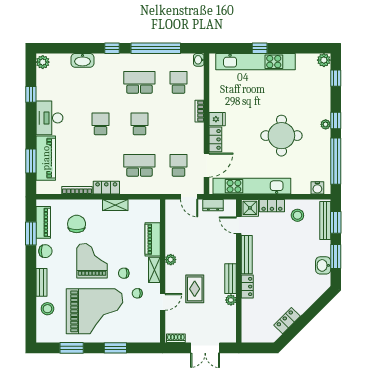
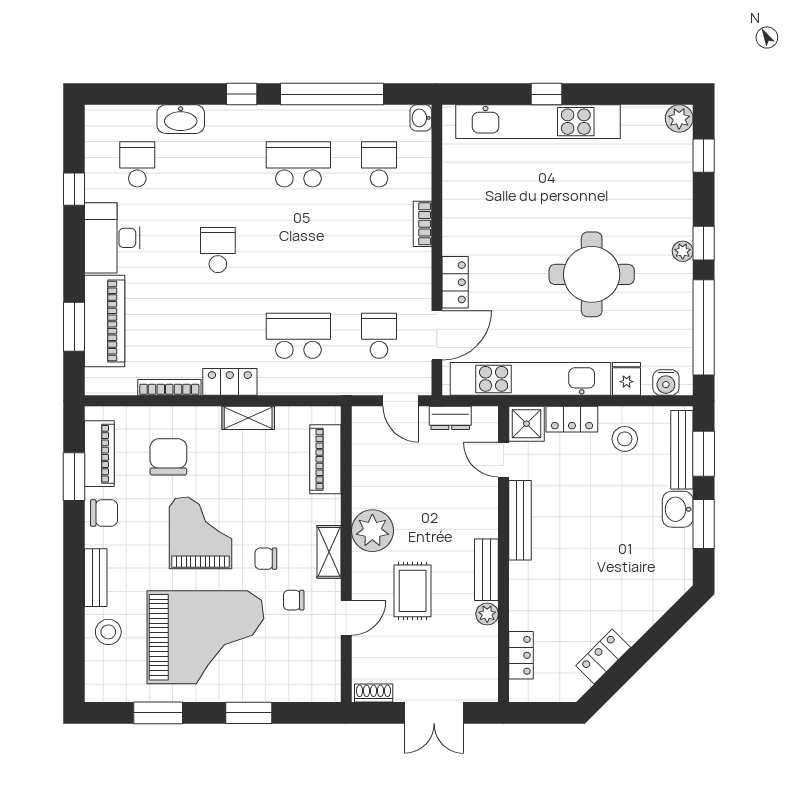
plant: (43, 62) -> (99, 123), removed
fridge: (217, 119) -> (627, 379), moved, turned -90
school desk: (139, 124) -> (137, 164), moved
piano: (153, 239) -> (325, 459), moved
plant: (171, 260) -> (372, 531), width x1.87, depth x1.87
washbasin: (323, 265) -> (678, 509), moved
locker: (247, 287) -> (521, 655), moved

